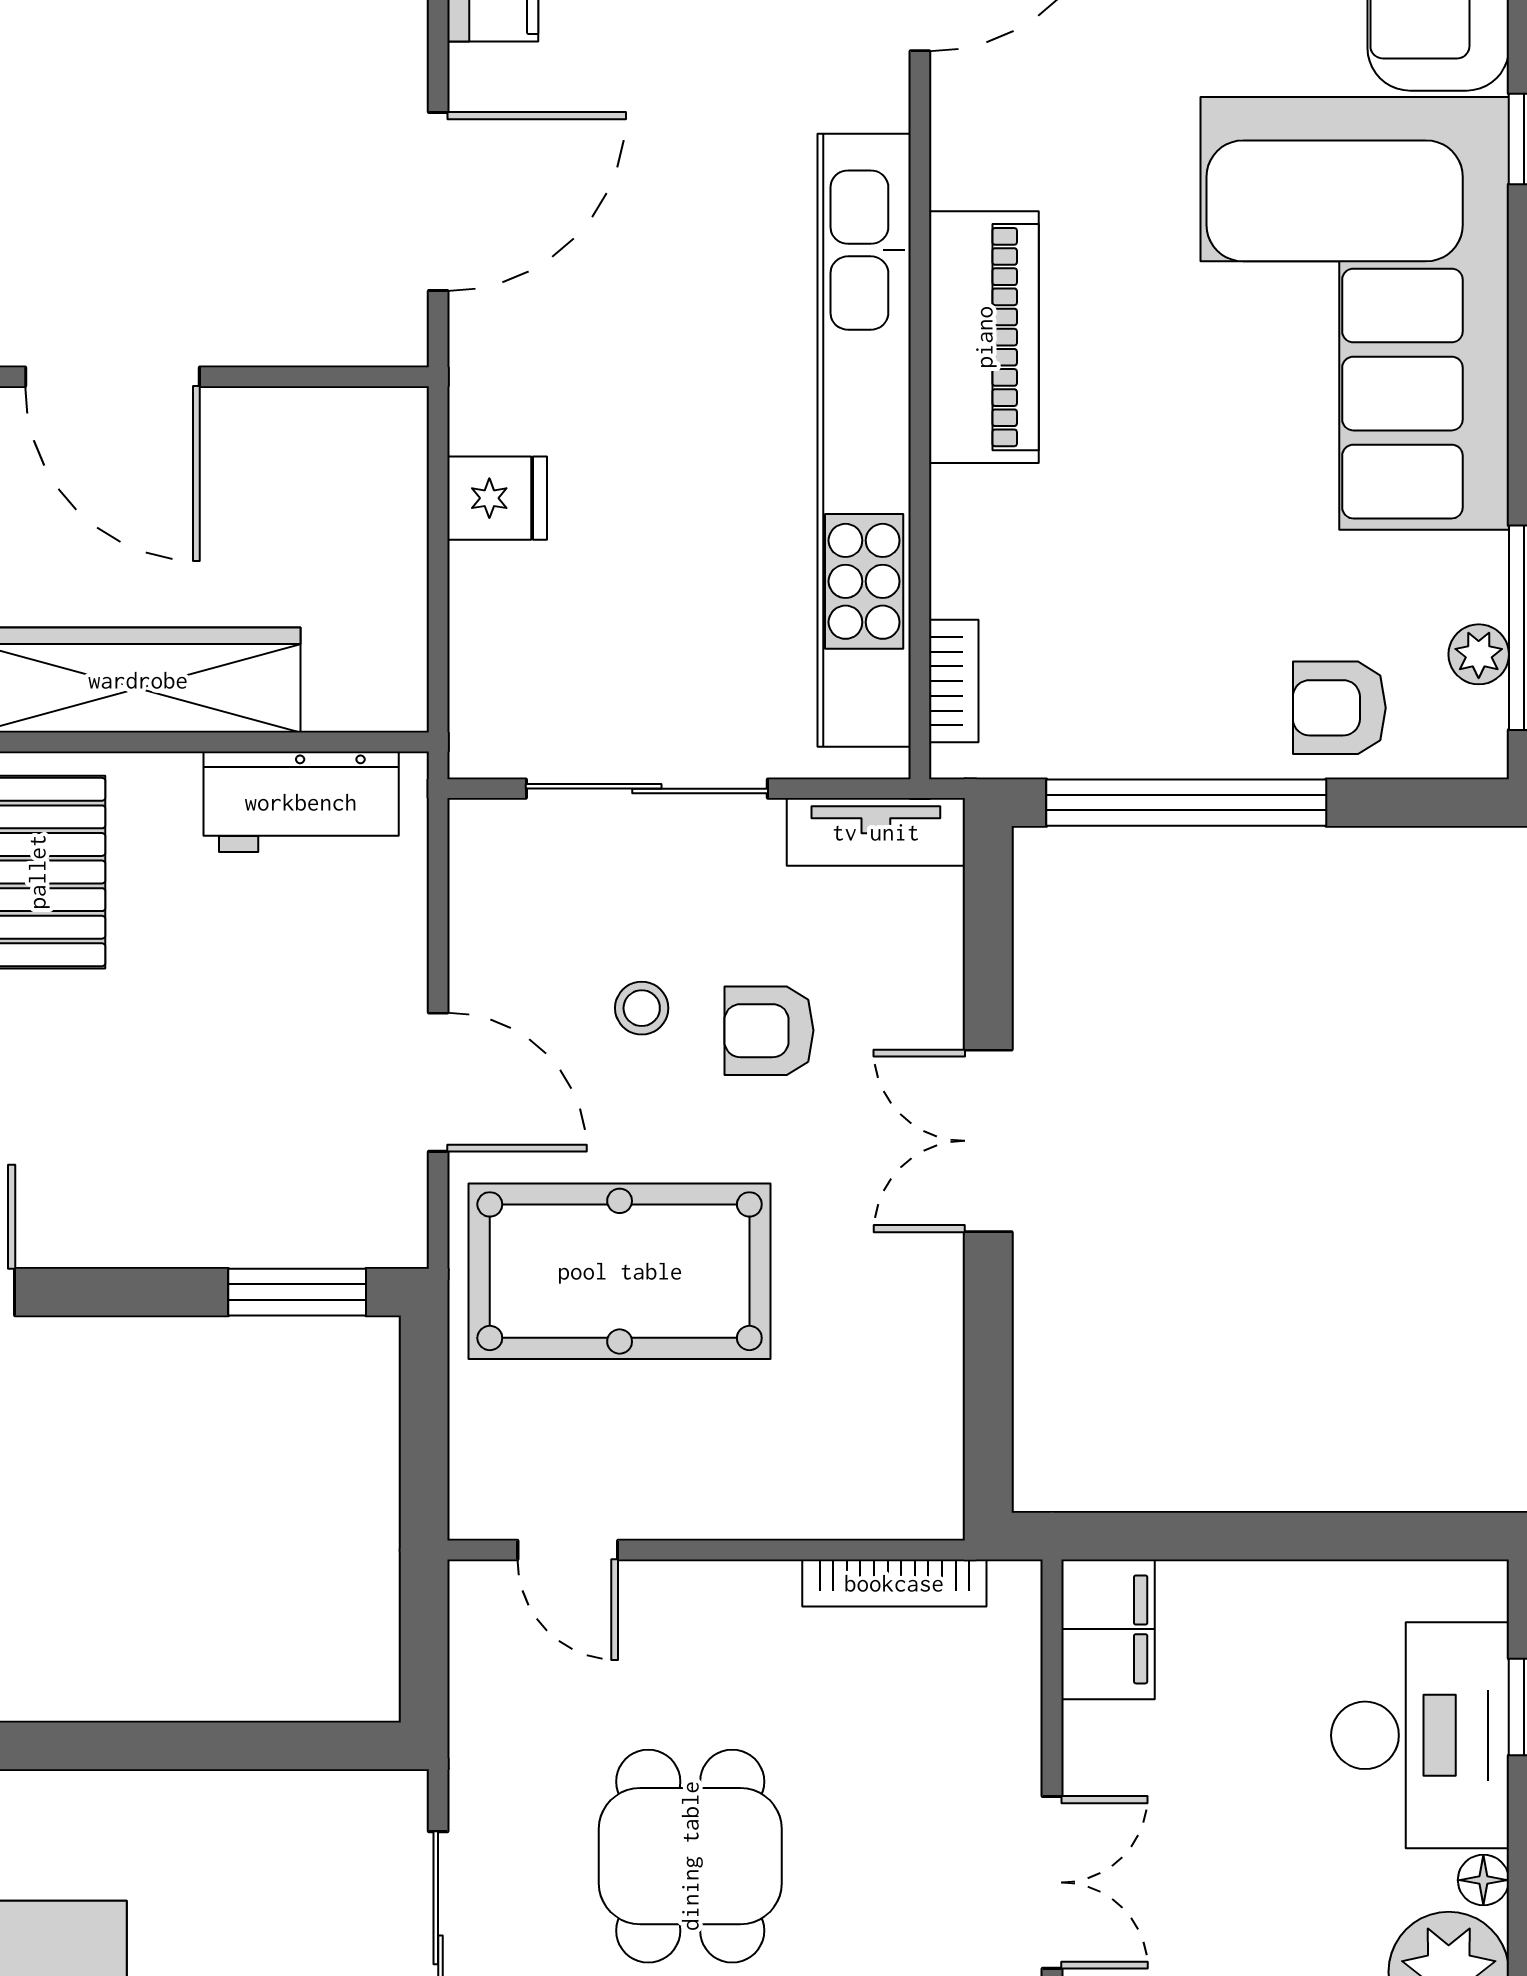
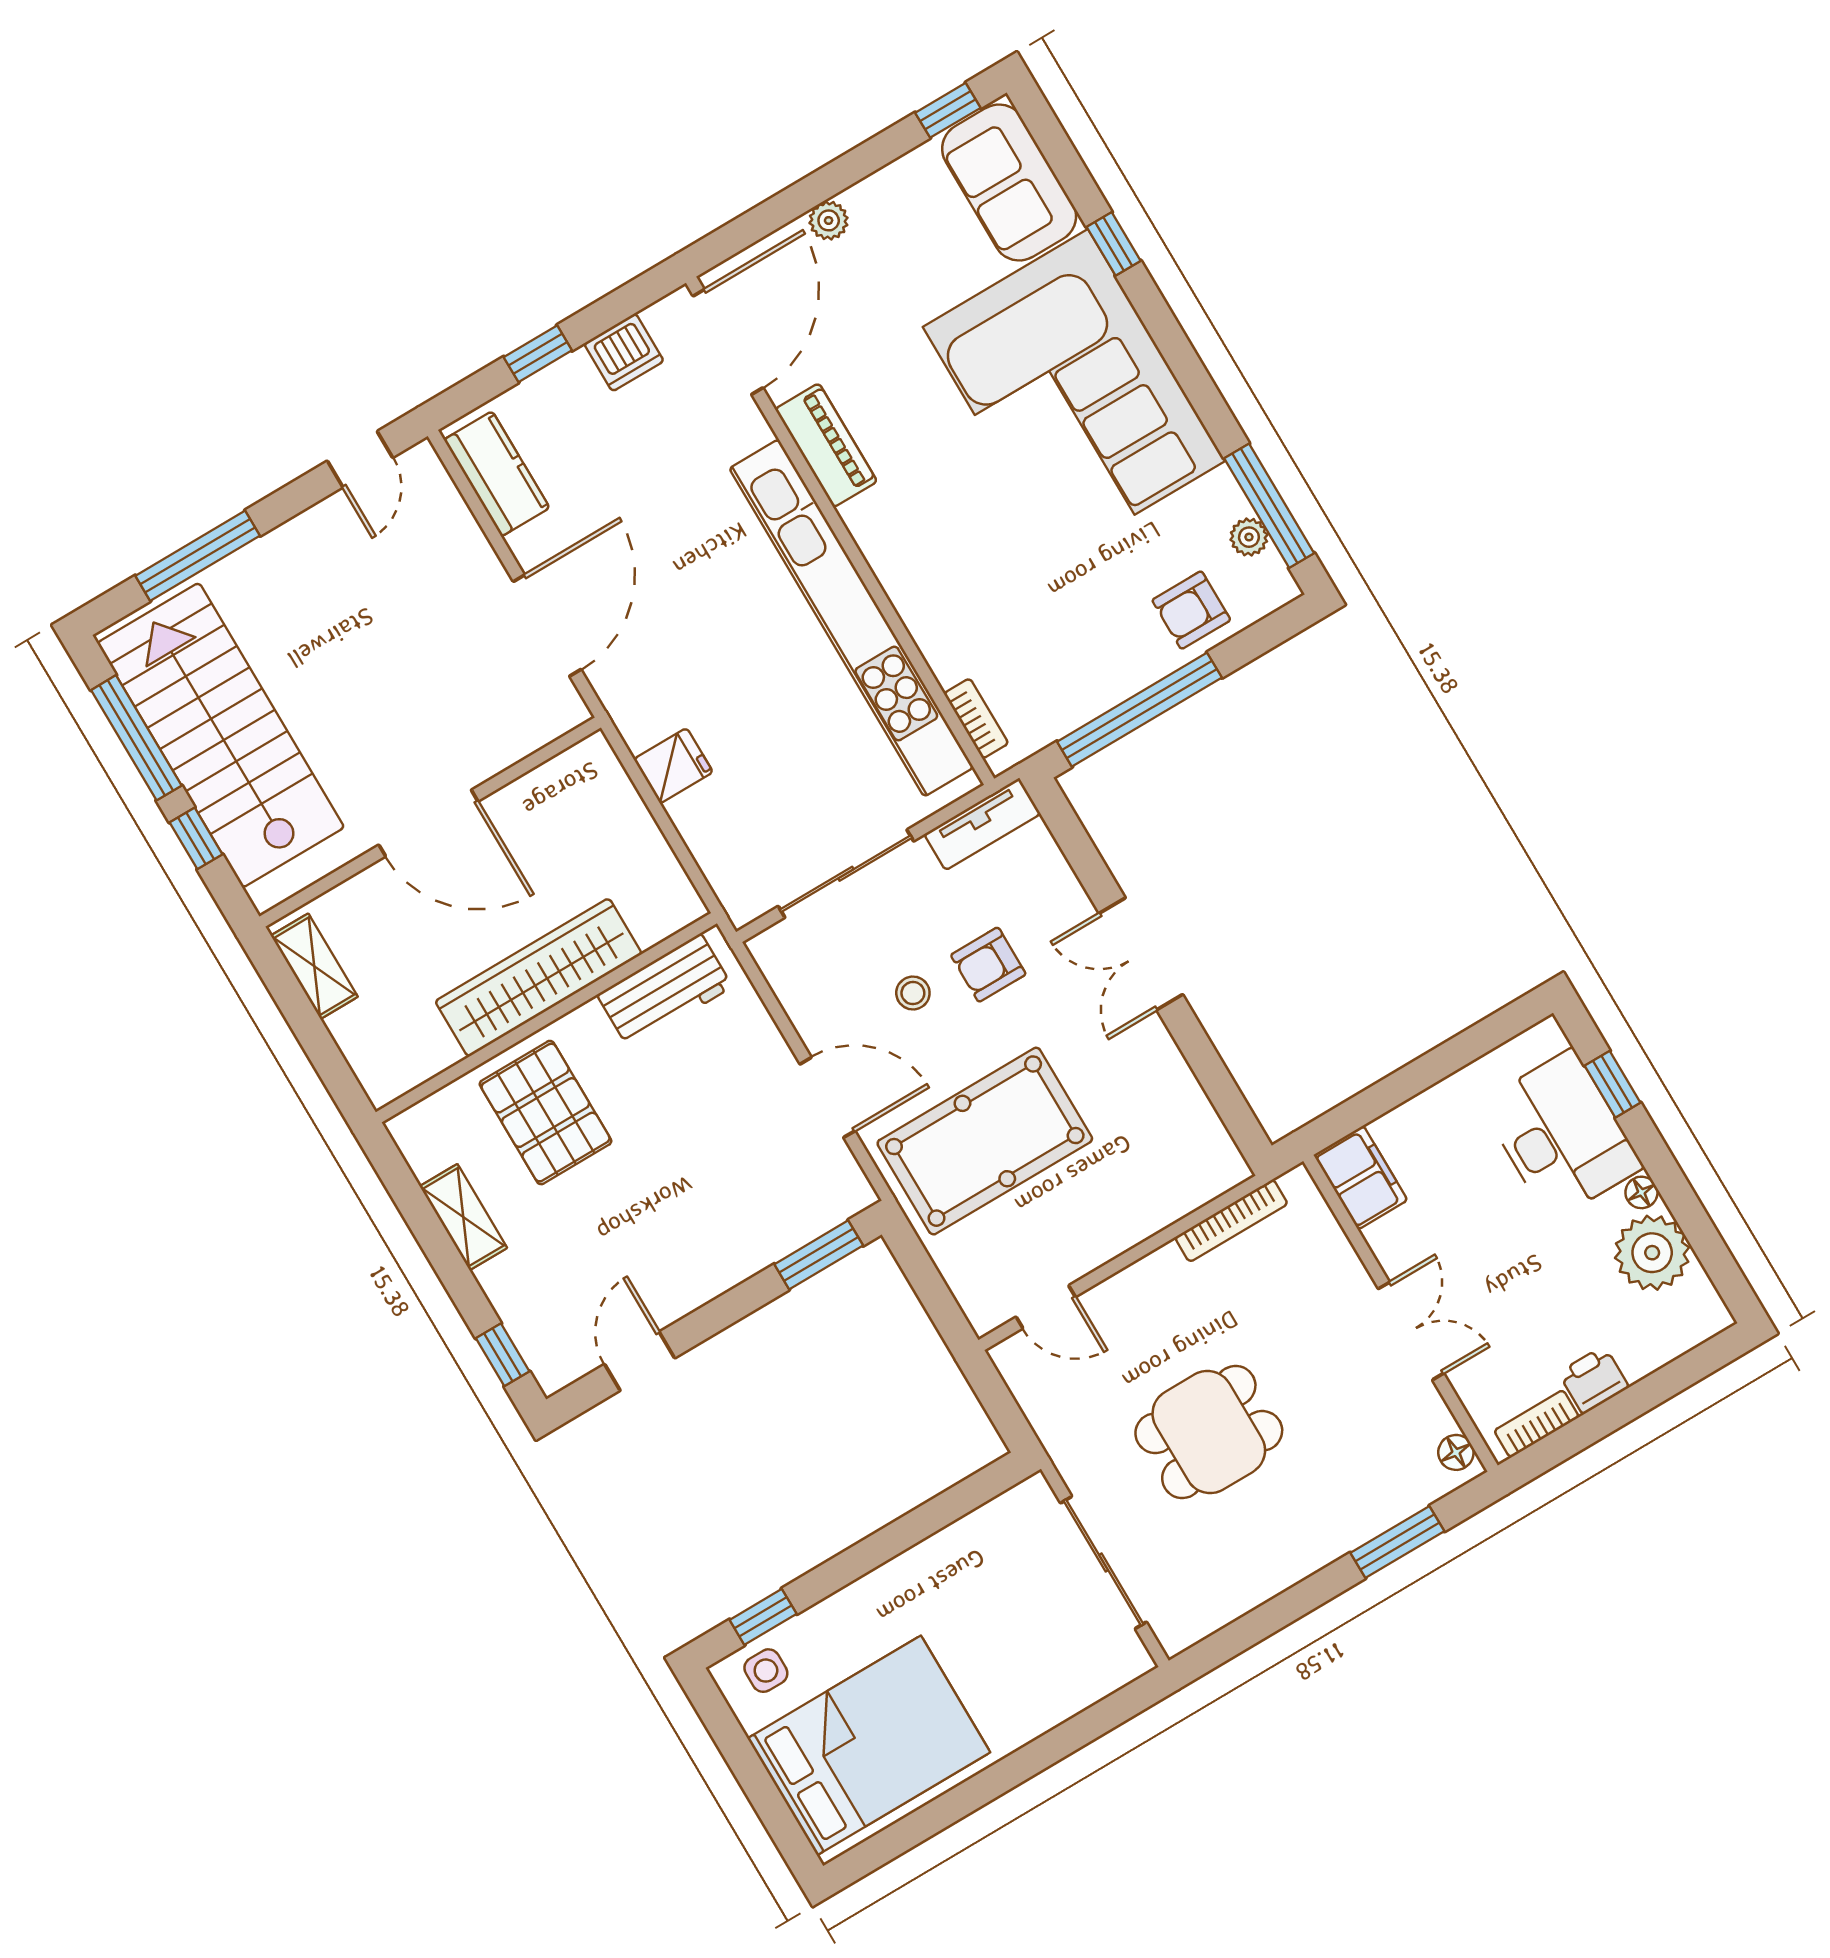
piano: (984, 337) -> (826, 445), moved, width x0.73, depth x0.75
dining table: (690, 1856) -> (1209, 1432), turned 90

